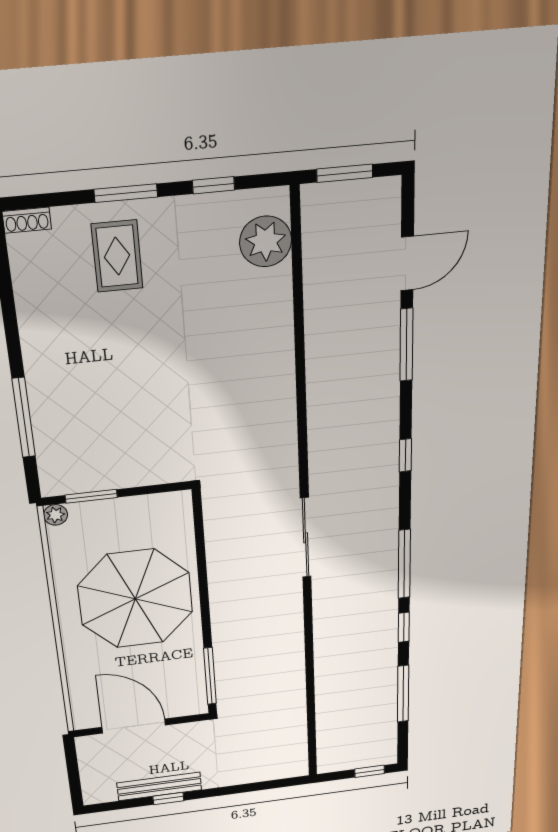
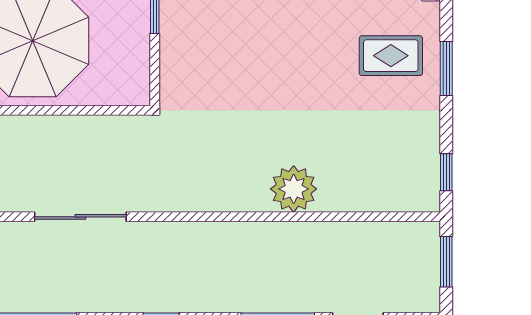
window: (213, 185) -> (446, 172), moved
plant: (266, 241) -> (294, 189), moved

